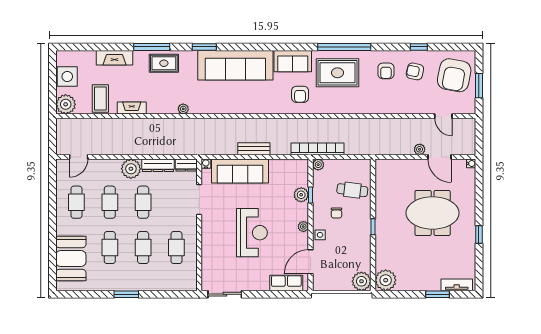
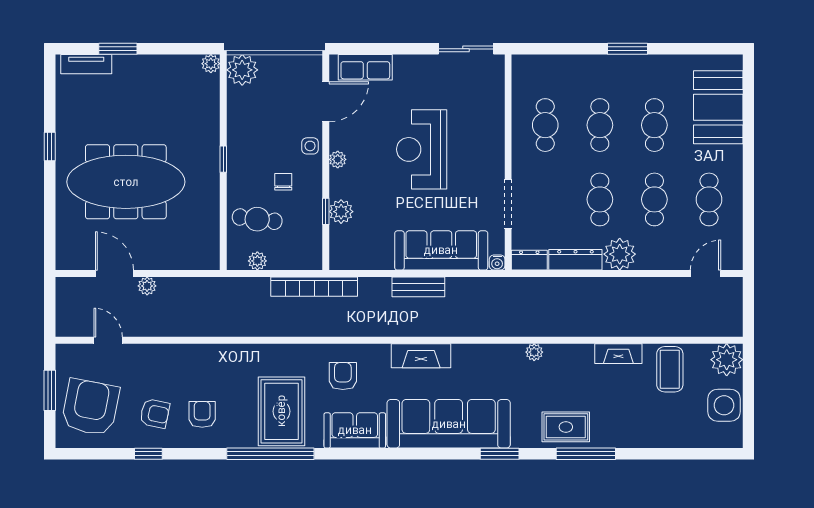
fireplace: (115, 58) -> (421, 356), moved, turned 180
rug: (338, 73) -> (281, 411), turned 90
water cooler: (471, 163) -> (63, 263), removed
plant: (318, 165) -> (257, 261), moved
meeting table: (433, 213) -> (126, 182), width x1.36
plant: (386, 280) -> (211, 64), width x0.53, depth x0.53

